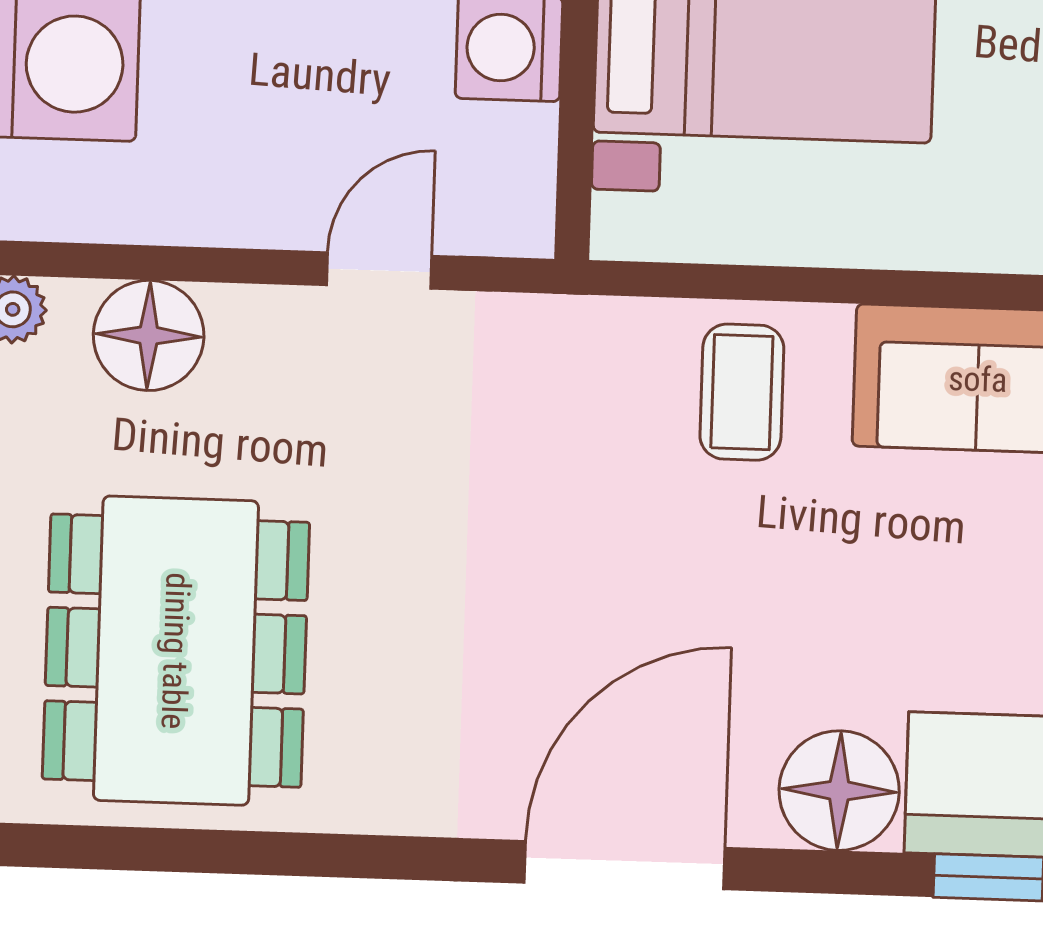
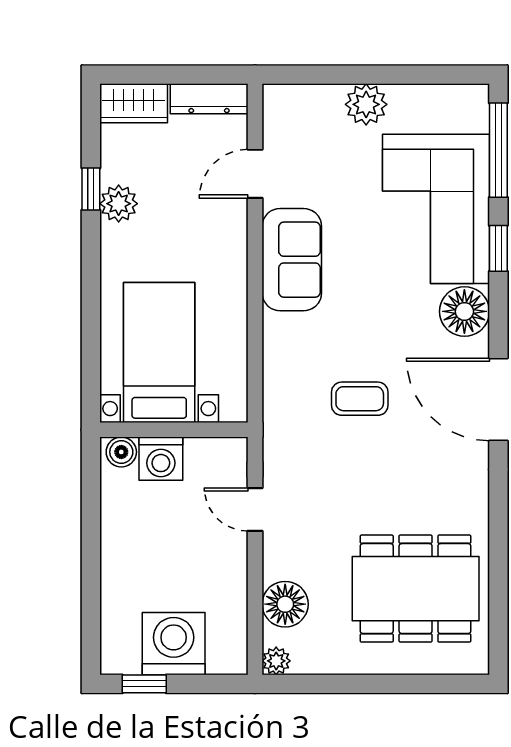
coffee table: (742, 392) -> (360, 399), moved

